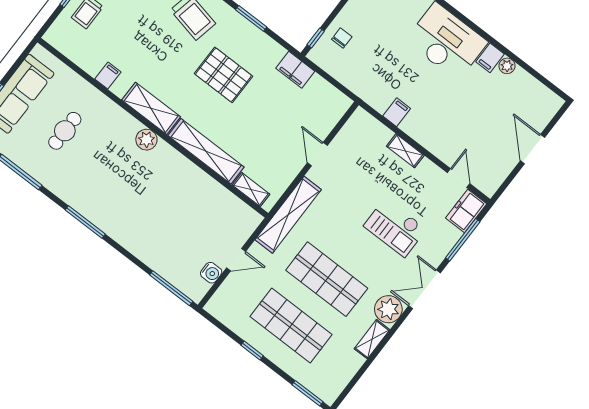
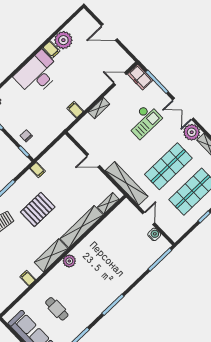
plant: (507, 66) -> (63, 40), width x1.87, depth x1.87
filing cabinet: (295, 70) -> (37, 170), width x0.50

